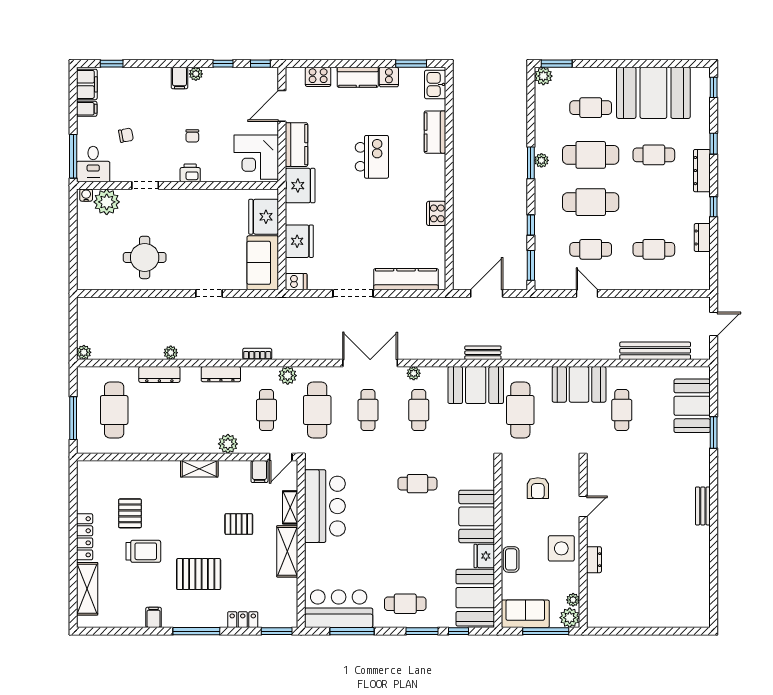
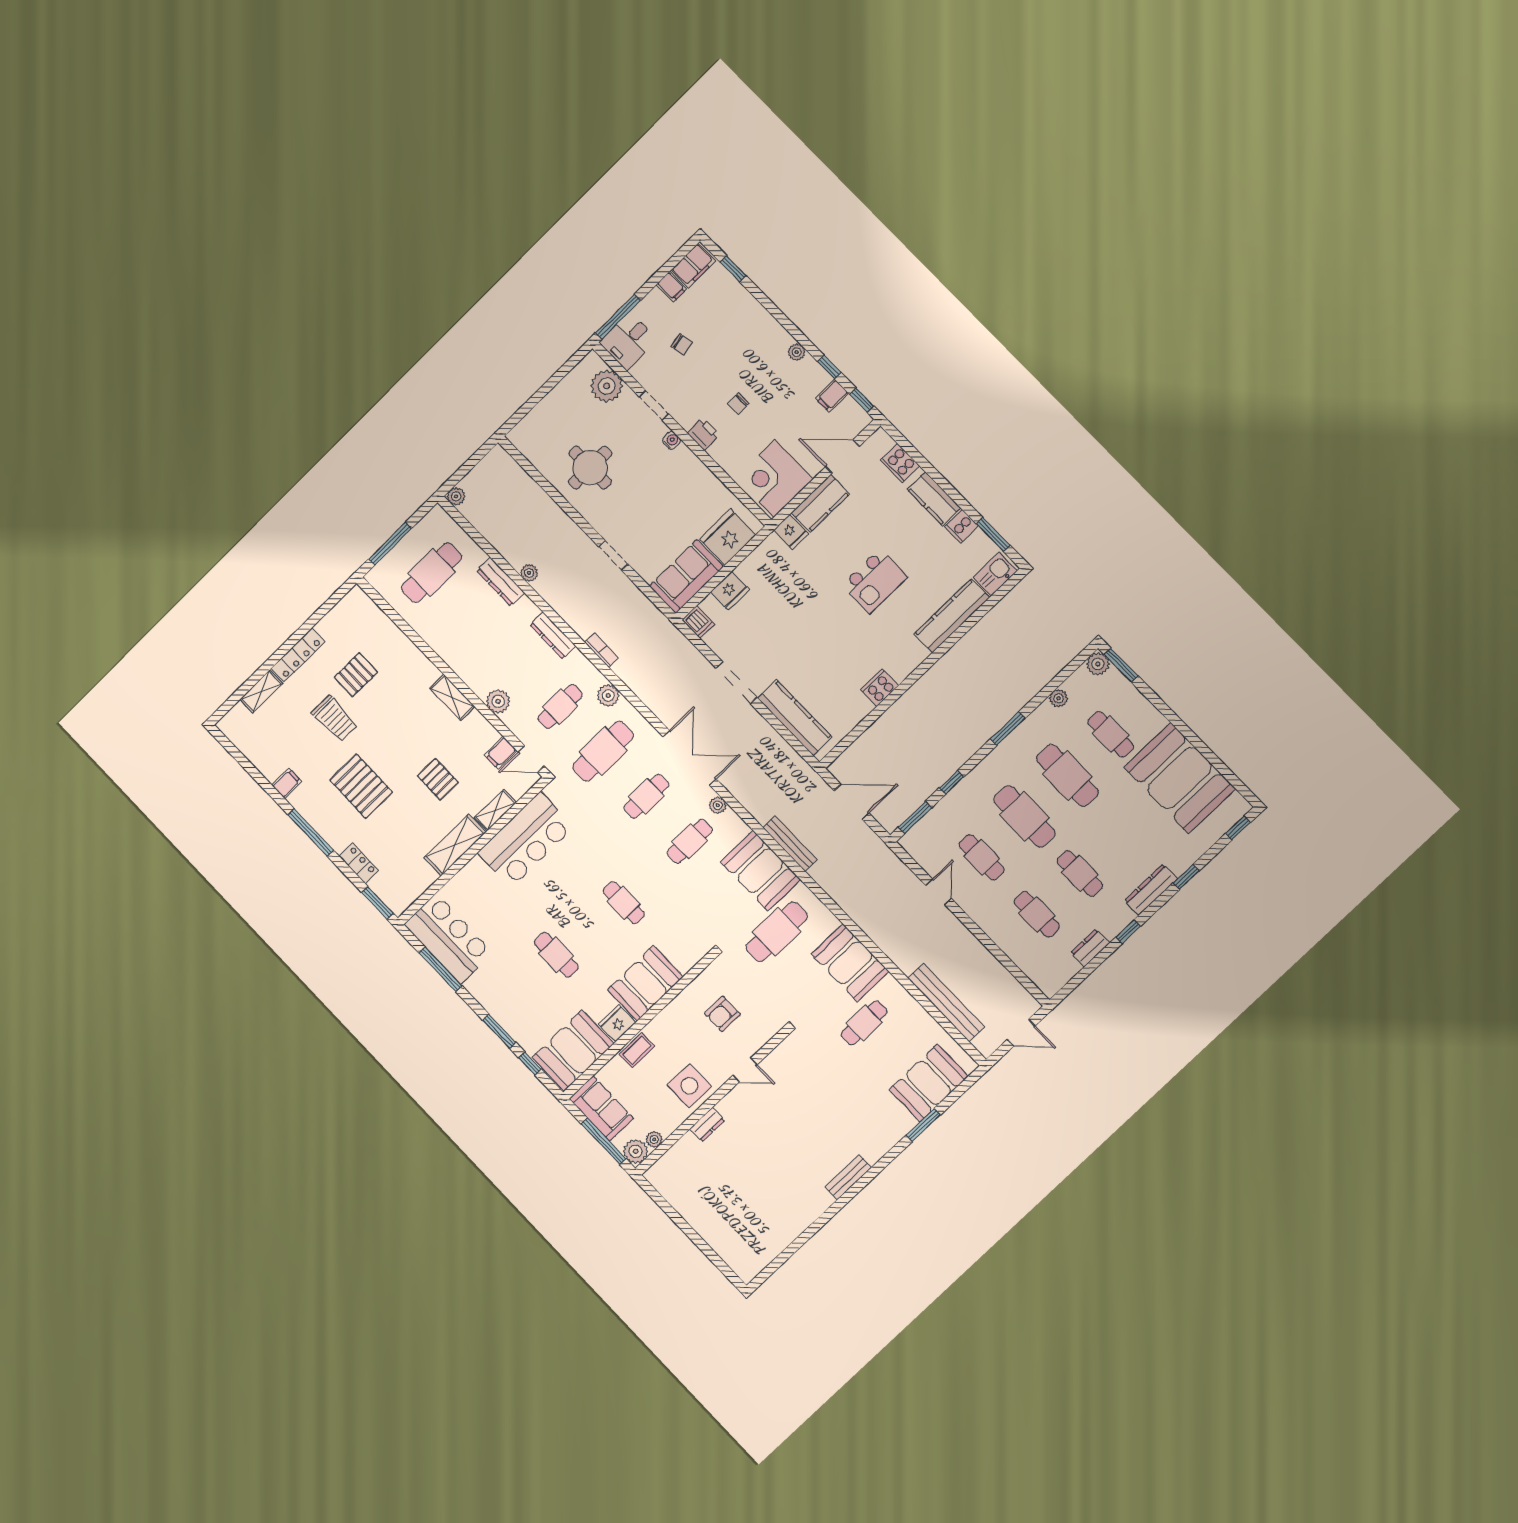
filing cabinet: (179, 78) -> (832, 396), moved
kitchen counter: (435, 132) -> (952, 616), width x1.50
cafe table: (654, 155) -> (1080, 873), moved
plant: (541, 160) -> (1058, 698), moved
fridge: (300, 186) -> (791, 532), width x0.53, depth x0.75
water cooler: (86, 195) -> (671, 440), moved
fridge: (299, 241) -> (730, 591), width x0.73, depth x0.75
bench: (483, 353) -> (790, 844), width x1.36
shelving: (87, 589) -> (261, 691), width x0.67, depth x0.75
cafe table: (405, 604) -> (556, 955), moved

